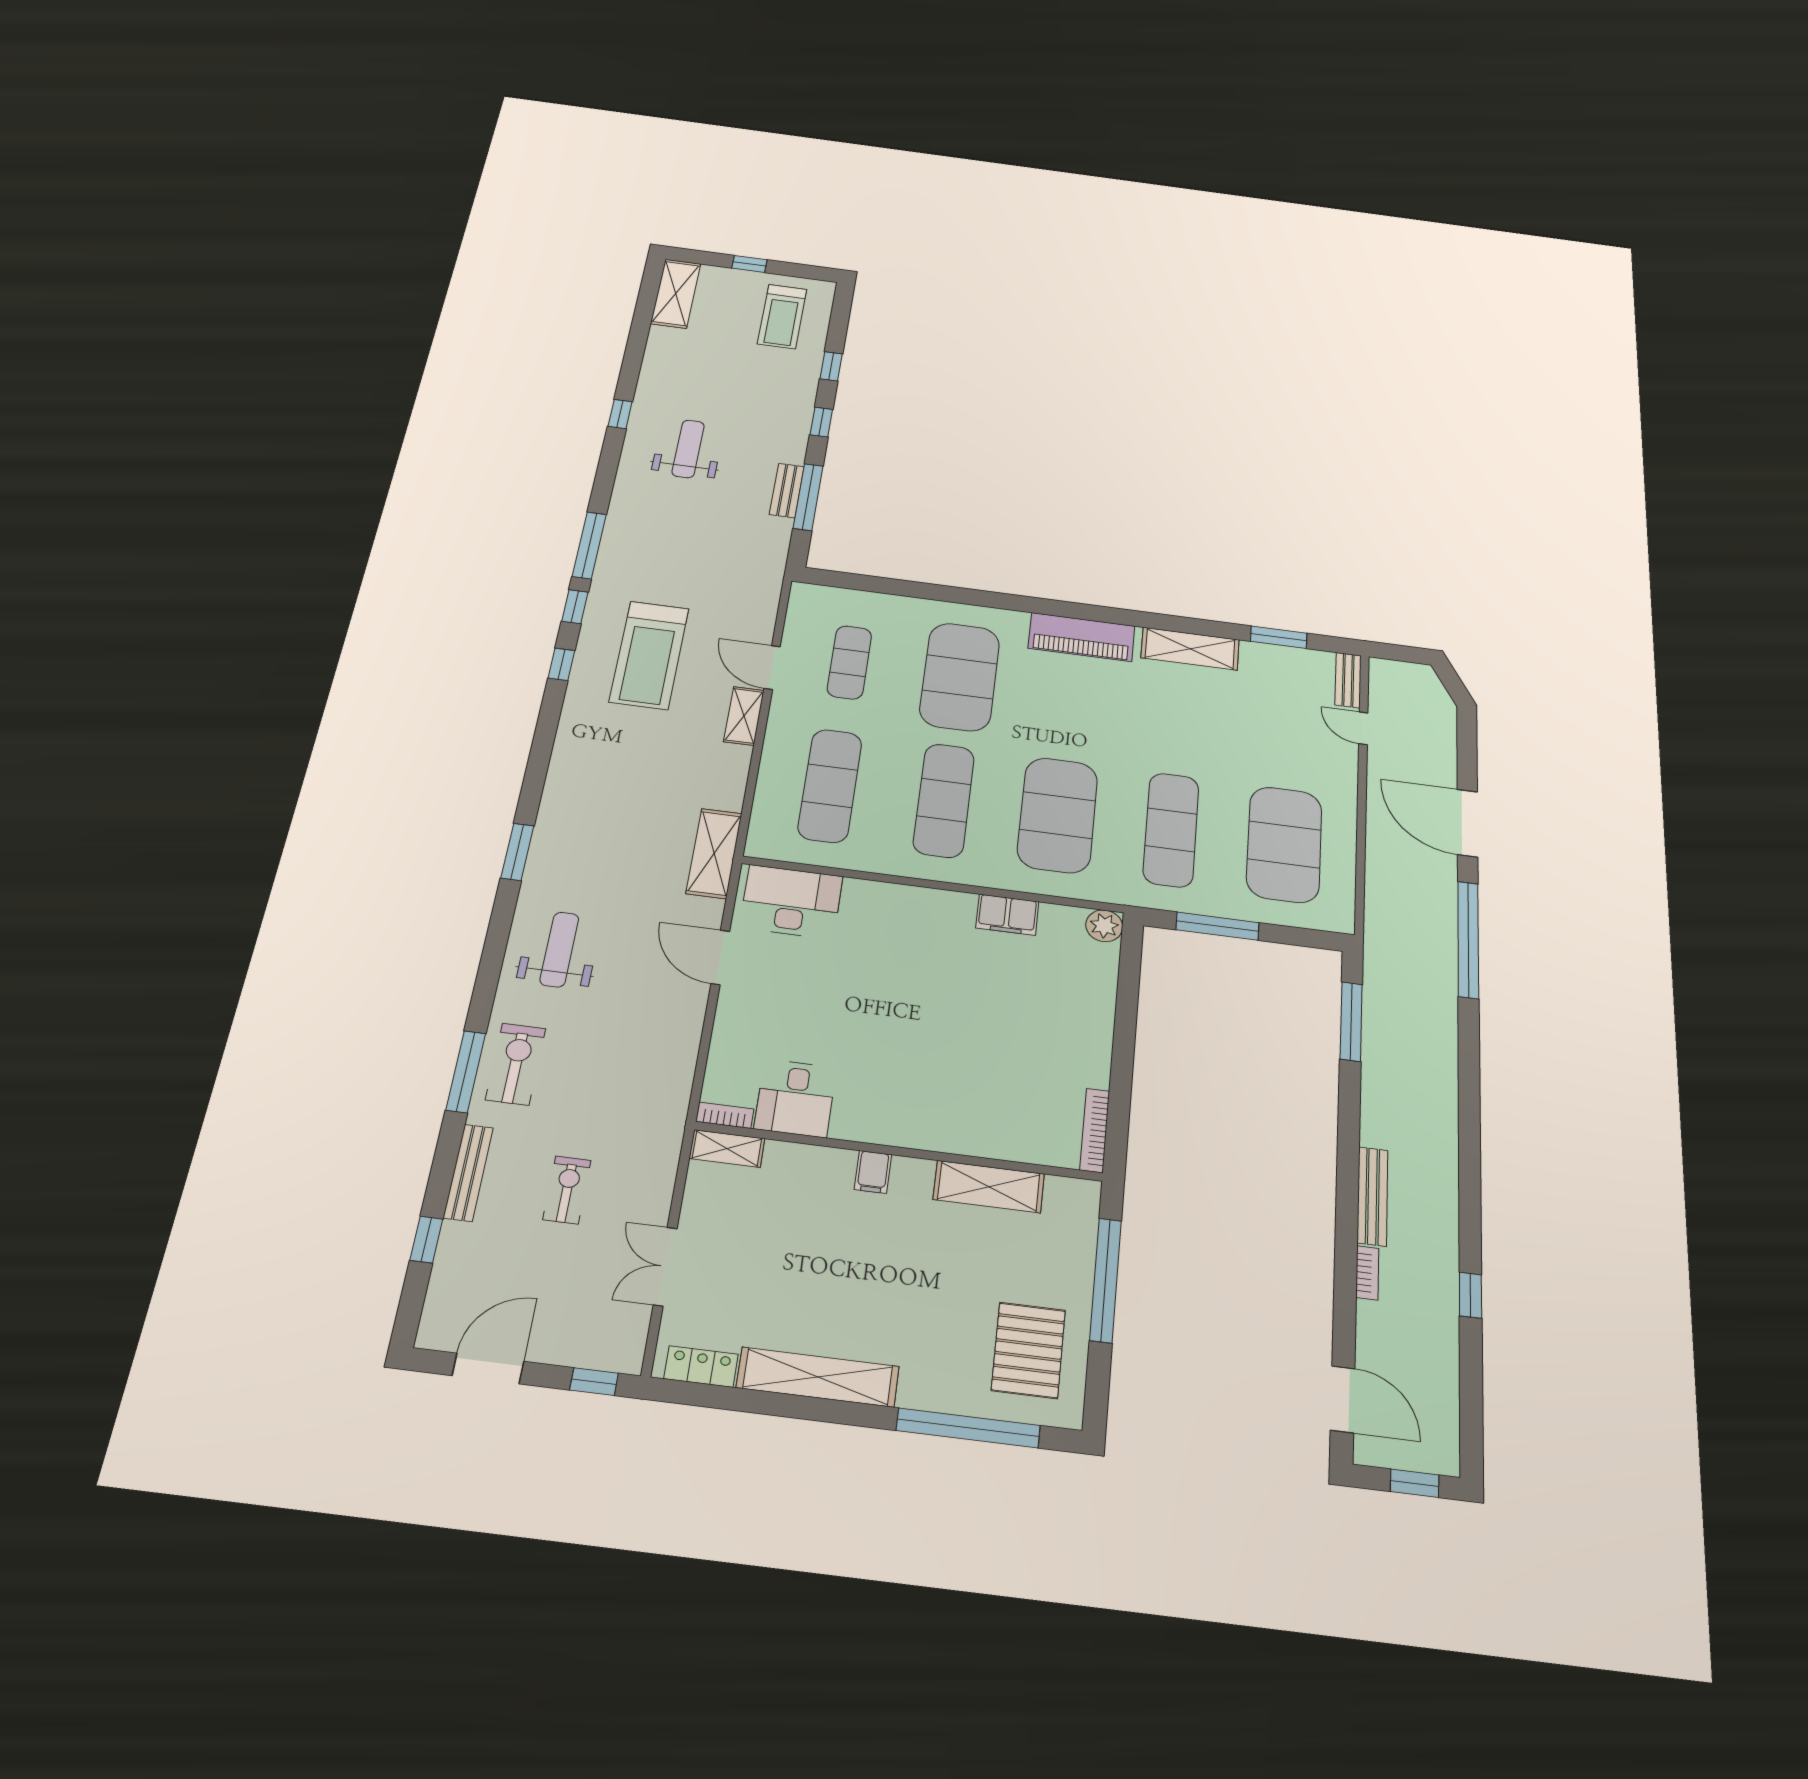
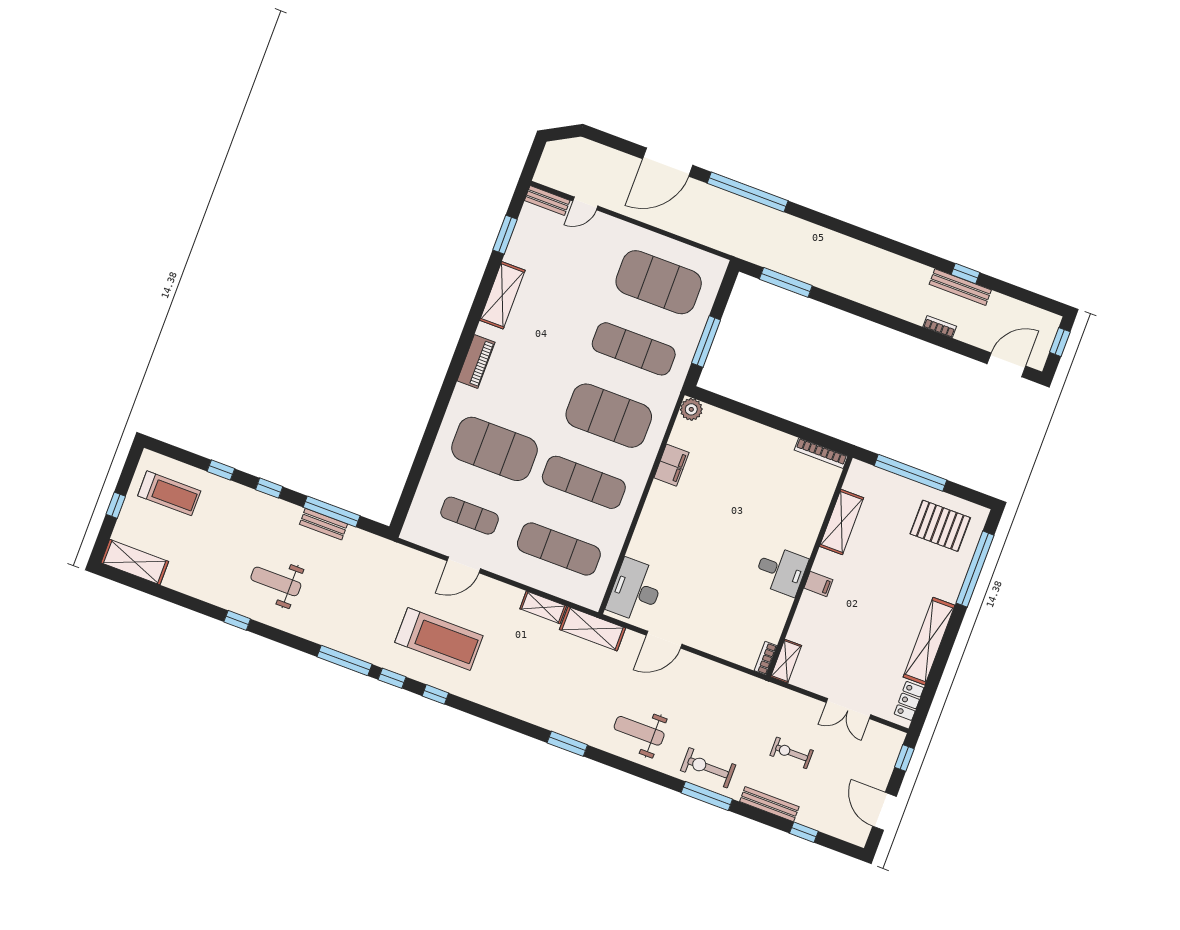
piano: (1082, 637) -> (476, 362), width x0.73, depth x0.75
shelving: (744, 716) -> (543, 607), moved
desk: (795, 1098) -> (781, 571), moved
bench: (1372, 1196) -> (960, 287), moved

